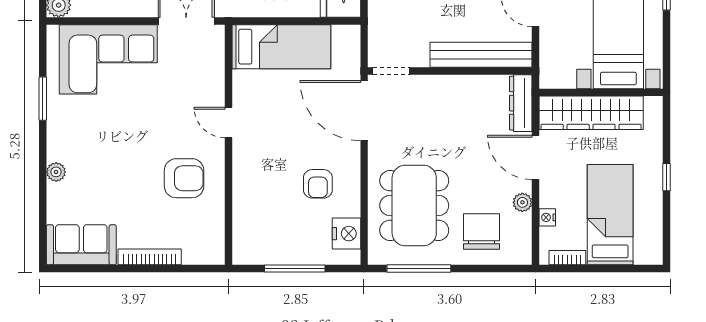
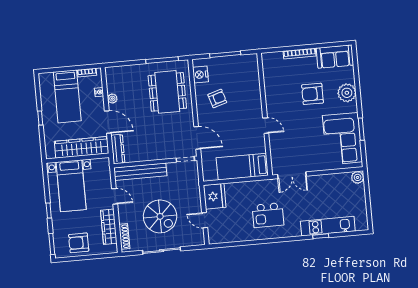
corner sofa: (108, 59) -> (342, 139), moved, turned -90
door: (364, 111) -> (197, 138), width x0.73
plant: (56, 172) -> (347, 93), width x1.87, depth x1.87
armchair: (184, 178) -> (312, 94), moved
armchair: (318, 184) -> (217, 98), turned 73
chair: (482, 232) -> (132, 82), removed

